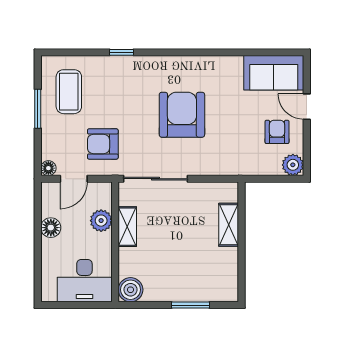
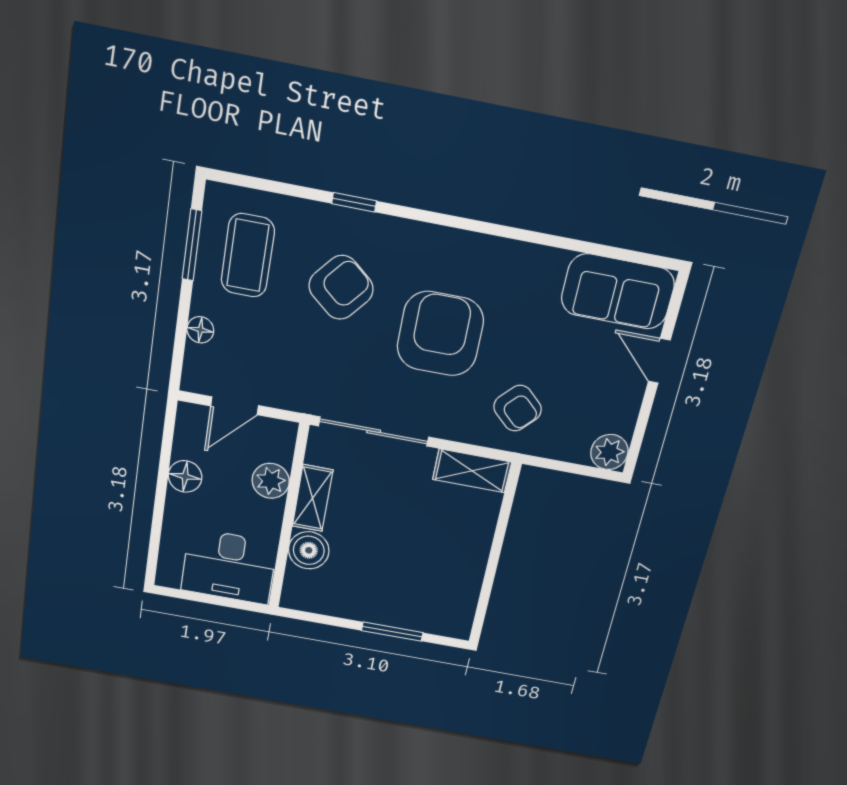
window: (38, 109) -> (192, 245), moved
armchair: (277, 132) -> (518, 408), moved, turned 133
armchair: (103, 144) -> (341, 287), moved, turned 130
floor lamp: (48, 168) -> (200, 330), moved
shelving: (229, 225) -> (472, 471), moved, turned 90
boiler: (131, 290) -> (309, 550), moved

